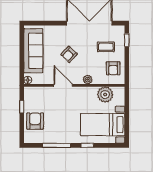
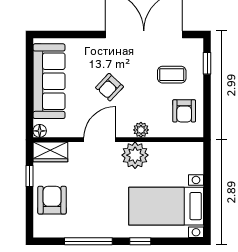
door: (63, 85) -> (100, 140), hinge flipped
wardrobe: (34, 93) -> (50, 152), added
plant: (105, 95) -> (135, 155), moved

